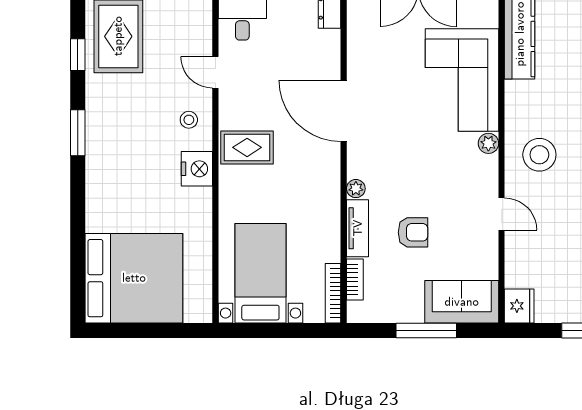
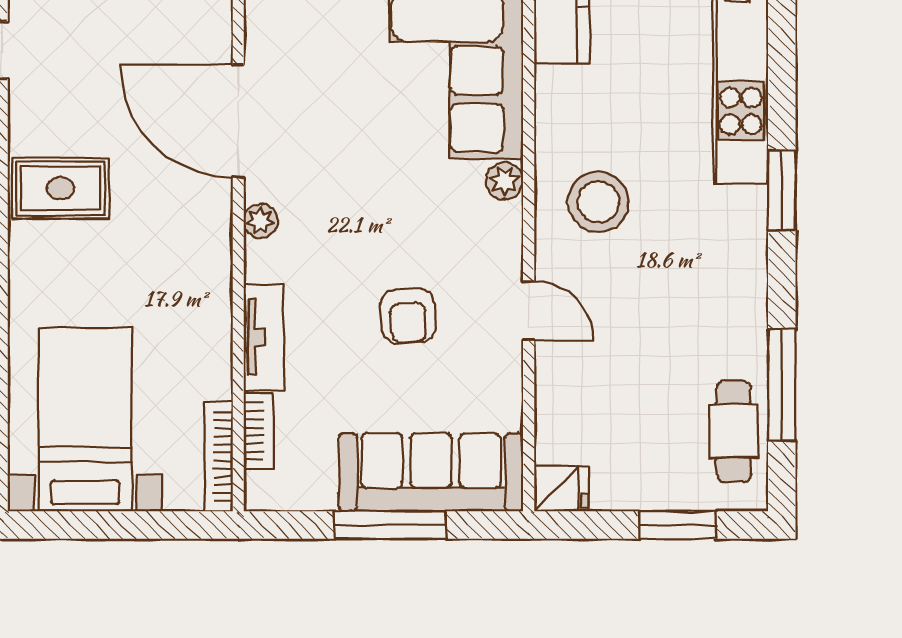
plant: (356, 189) -> (261, 221), moved
armchair: (413, 232) -> (408, 316), moved, turned 87
sofa: (462, 302) -> (431, 472), width x1.36
fridge: (519, 306) -> (561, 489), width x0.72

